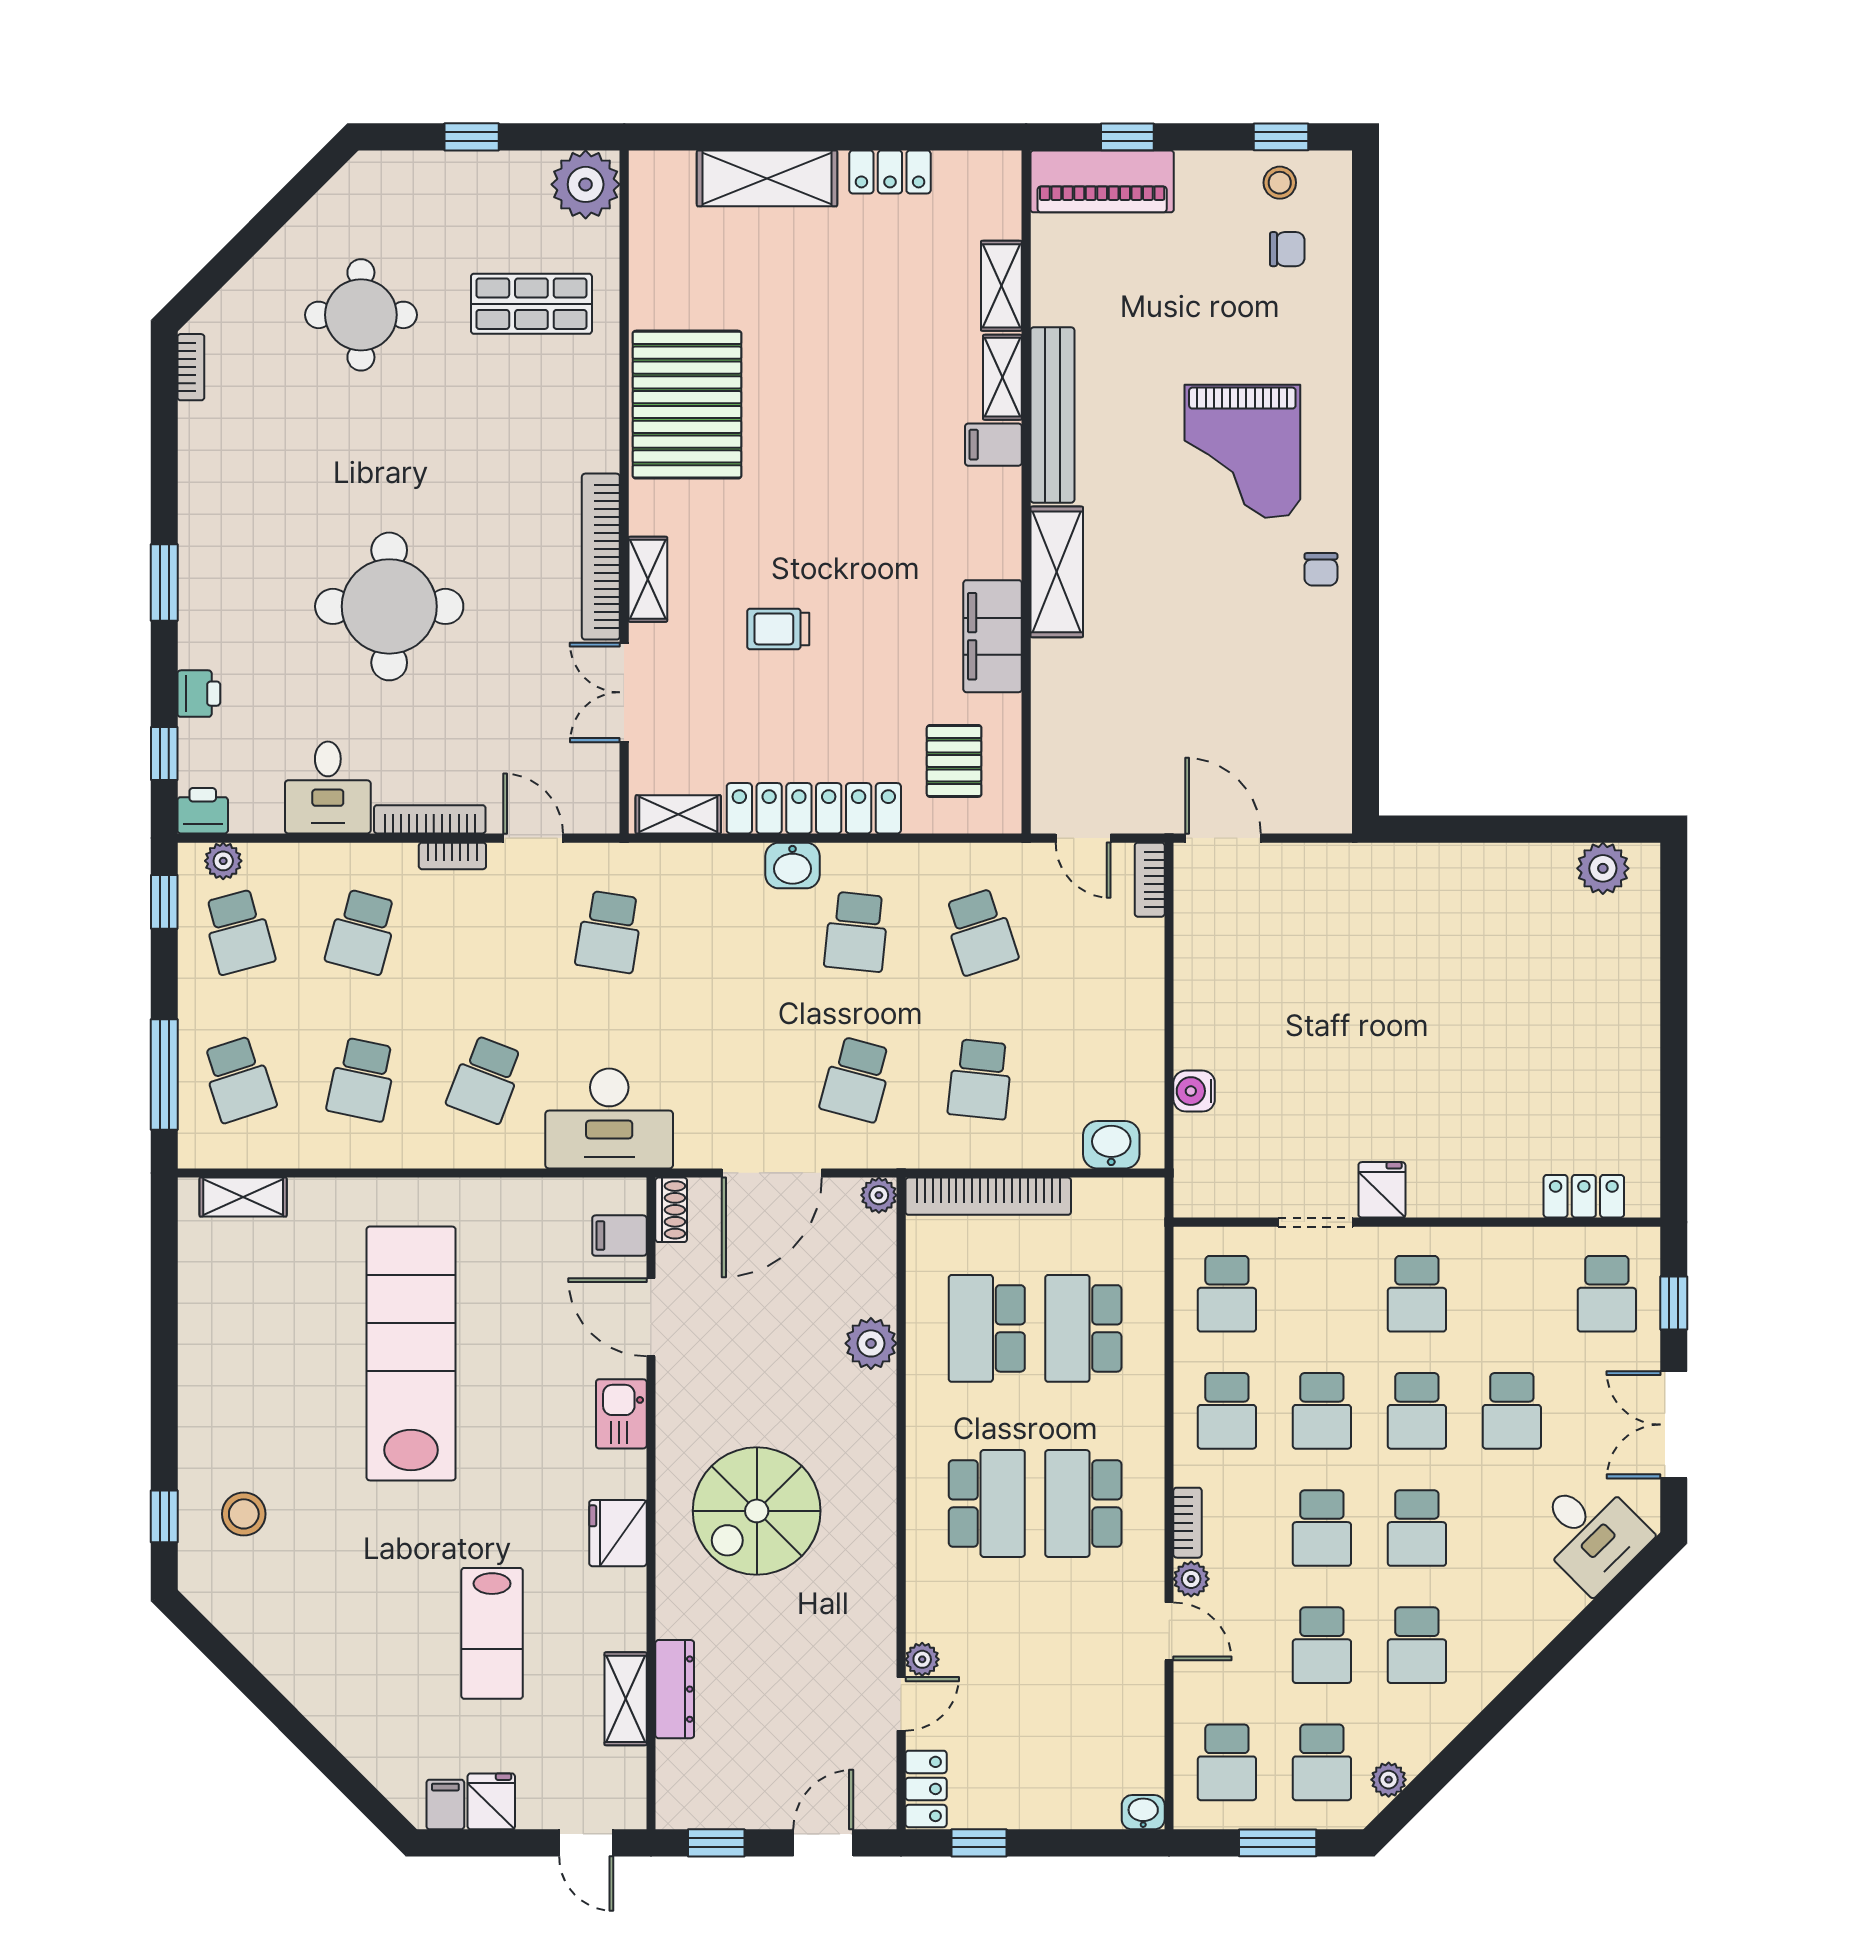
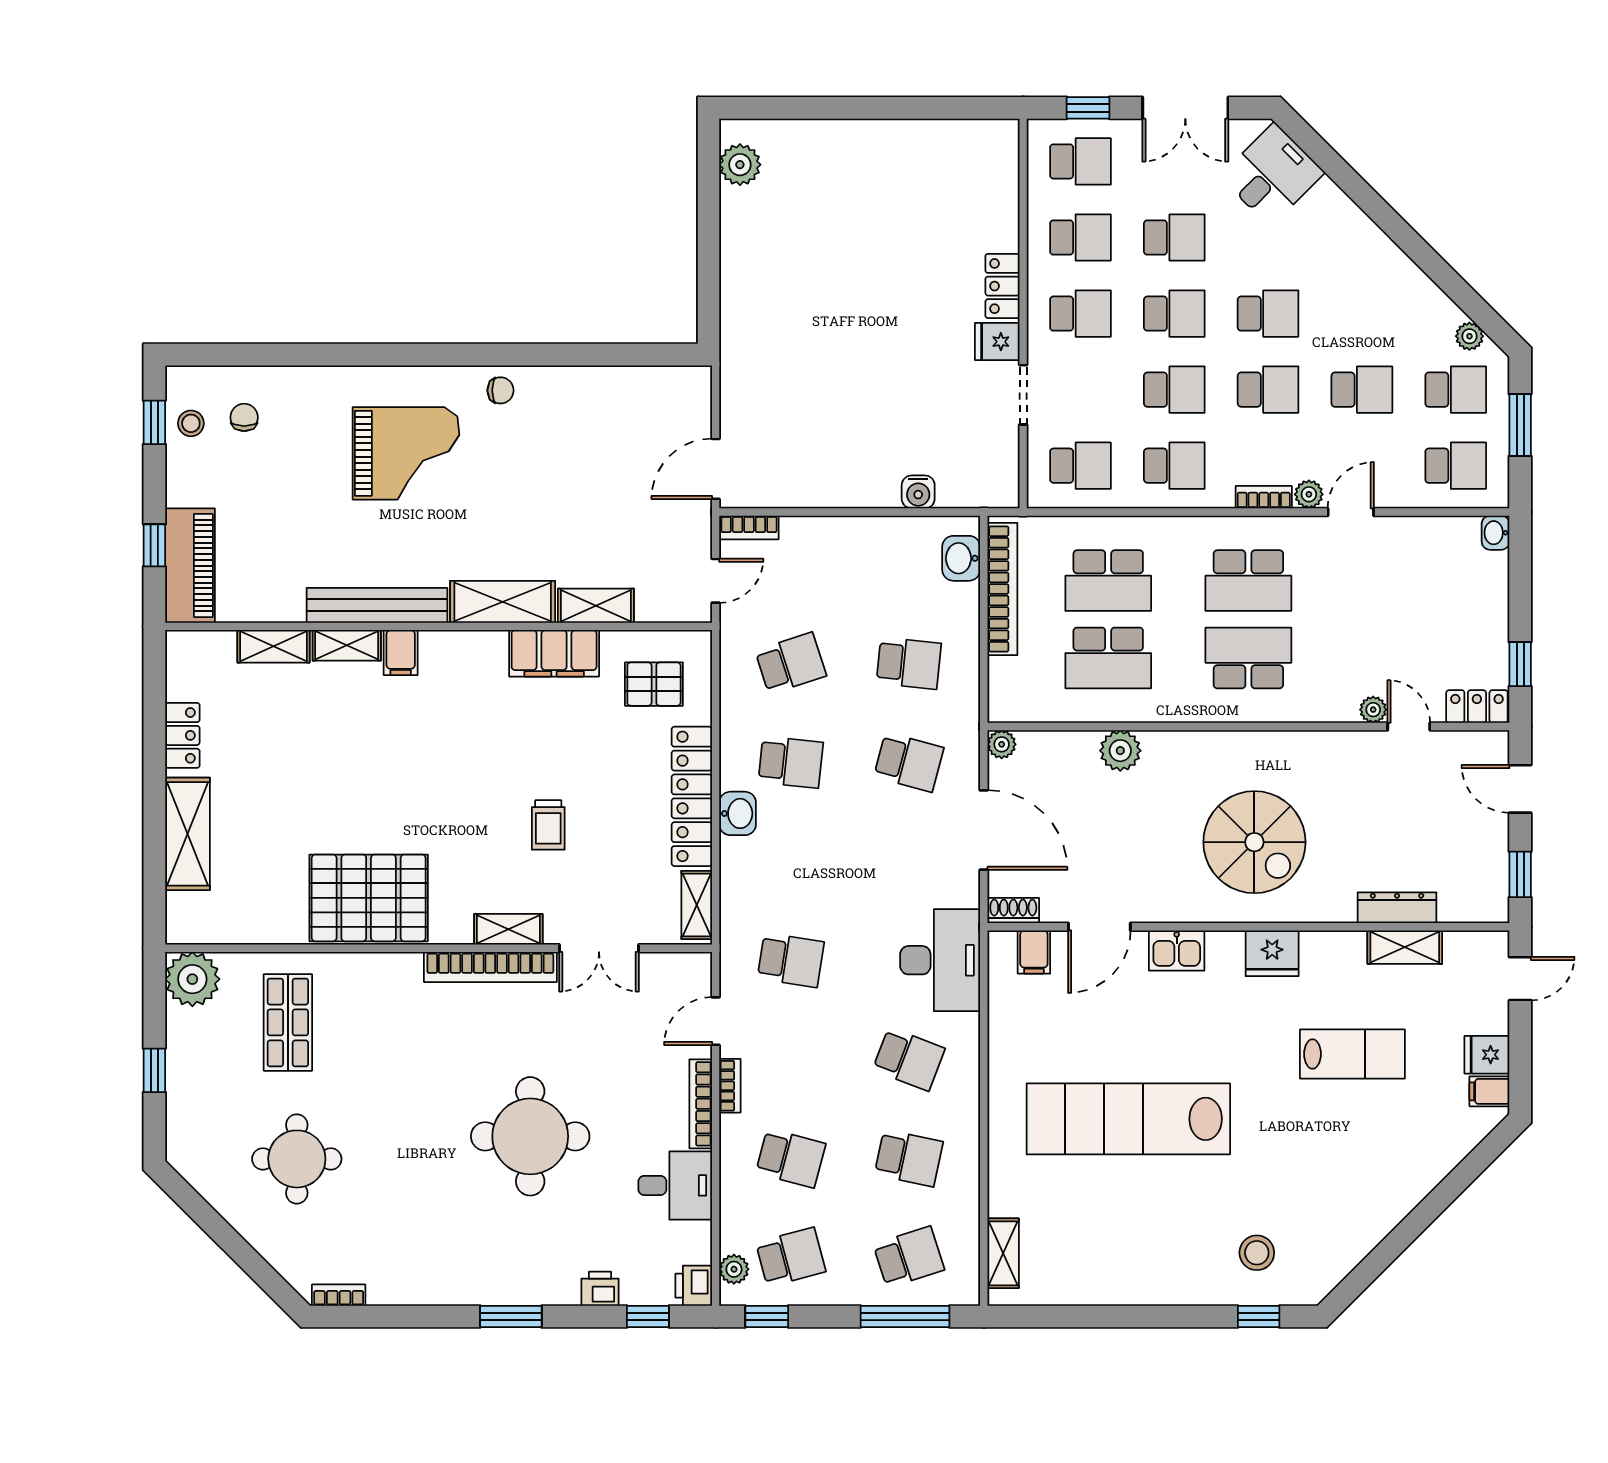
shelving: (1052, 688) -> (596, 606), added
bookcase: (988, 1196) -> (1002, 589), moved
locker: (1584, 1196) -> (1002, 286), moved
school desk: (1417, 1645) -> (1080, 238), moved

